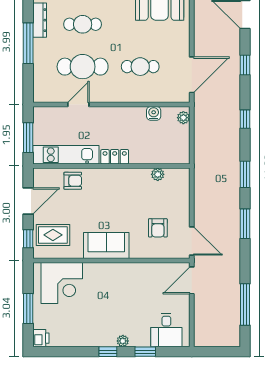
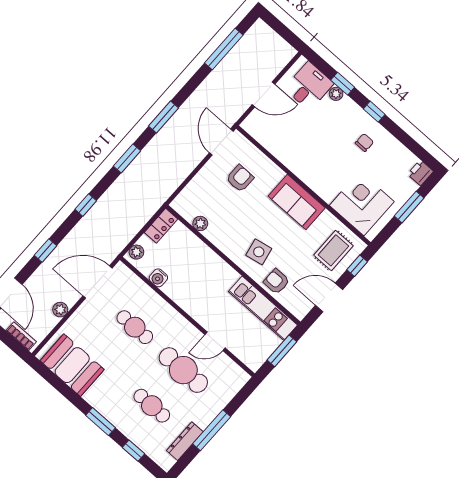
plant: (200, 34) -> (60, 310), added
locker: (115, 157) -> (161, 226), moved, turned -90
side table: (102, 190) -> (259, 252), added
rug: (53, 235) -> (333, 250), turned 90
door: (192, 280) -> (264, 94), moved
chair: (96, 325) -> (364, 143), added
plant: (123, 341) -> (336, 94), moved

